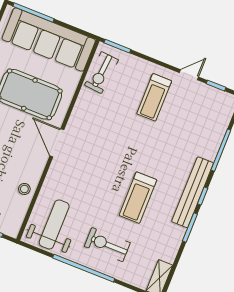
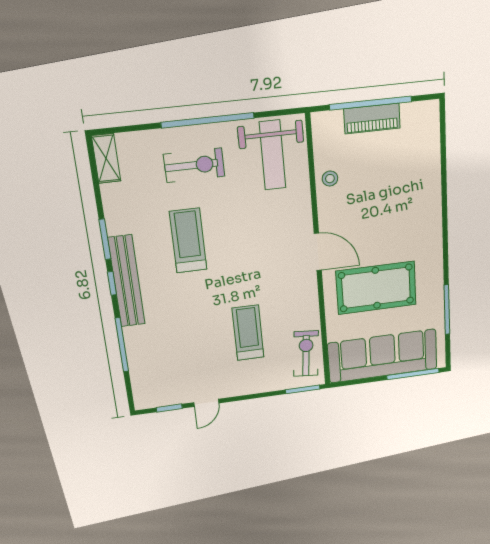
treadmill: (154, 97) -> (248, 333), moved

